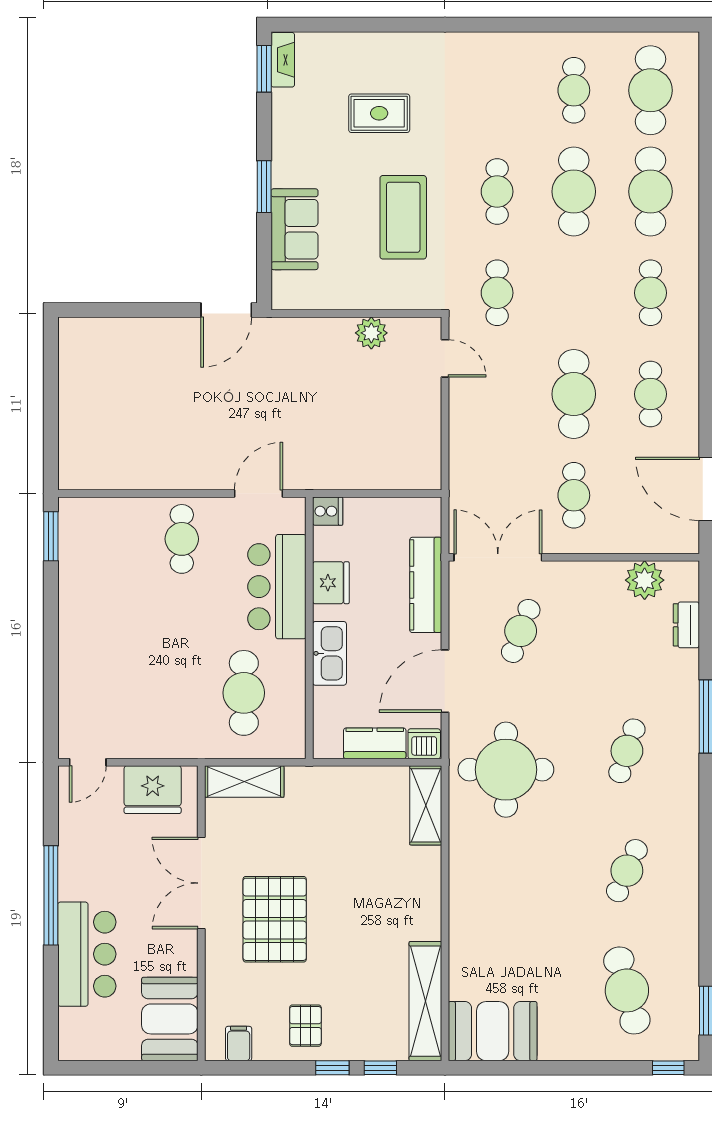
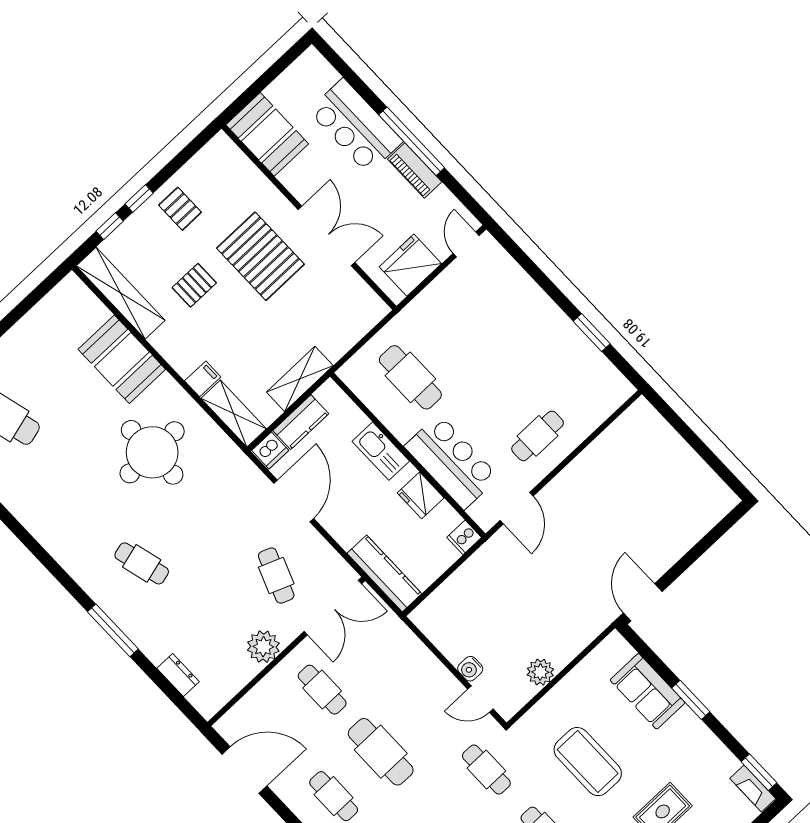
water cooler: (429, 393) -> (470, 669), added
window: (51, 536) -> (592, 332), moved
cafe table: (182, 539) -> (538, 436), turned 90
plant: (645, 580) -> (263, 647), moved
kitchen counter: (426, 585) -> (384, 574), moved
cafe table: (627, 751) -> (142, 563), turned -33
round table: (506, 770) -> (152, 452), moved
shelving: (244, 781) -> (300, 379), moved
piano: (72, 868) -> (415, 171), added
cafe table: (627, 871) -> (72, 490), removed
pallet: (355, 948) -> (194, 285), added
booth: (493, 1031) -> (122, 359), moved, turned 90
filing cabinet: (239, 1043) -> (203, 379), moved, turned -90

